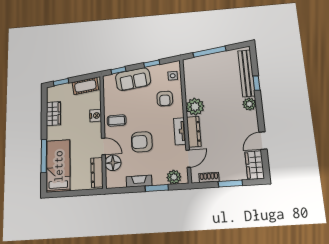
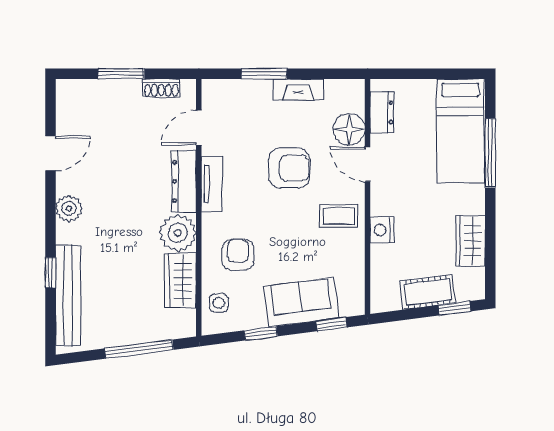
cot: (85, 86) -> (428, 292), moved
plant: (249, 104) -> (69, 208), moved
wardrobe: (255, 165) -> (180, 281), moved, turned 180
dresser: (97, 172) -> (382, 112), width x0.70
plant: (174, 177) -> (229, 93), removed

